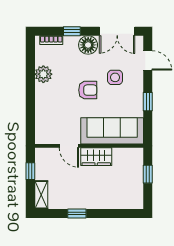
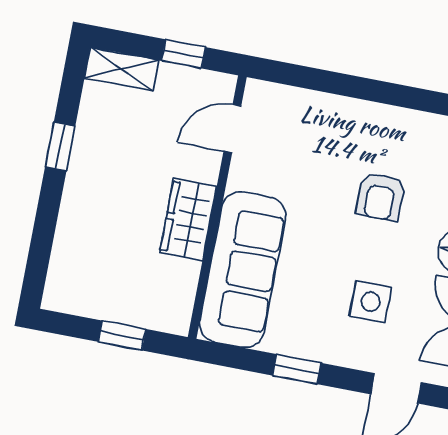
plant: (43, 74) -> (411, 130), removed
armchair: (88, 90) -> (381, 196), moved
door: (69, 146) -> (232, 129), moved

